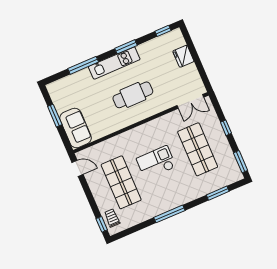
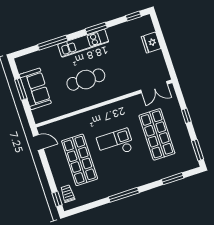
cafe table: (133, 95) -> (86, 80), moved
sofa: (76, 128) -> (35, 89), moved

